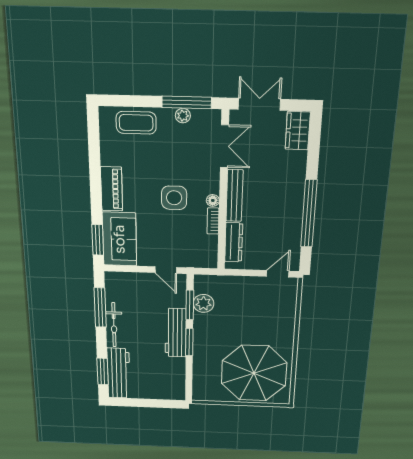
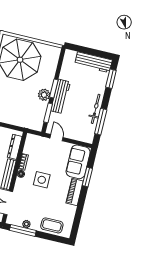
window: (98, 240) -> (87, 177), moved
plant: (204, 303) -> (44, 95), moved
workbench: (118, 373) -> (93, 62), moved, turned -90

